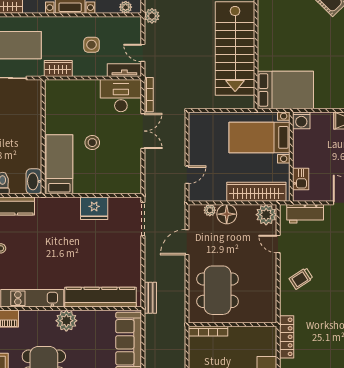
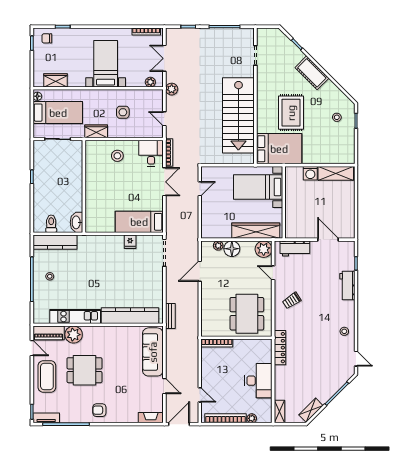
rug: (300, 45) -> (291, 113), added
tv unit: (124, 70) -> (149, 133), removed
desk: (121, 96) -> (151, 153), width x0.73
washing machine: (301, 120) -> (310, 173), moved
stool: (92, 143) -> (117, 156), moved
bed: (59, 164) -> (139, 222), moved, turned -90
door: (187, 175) -> (200, 189), moved
kitchen sink: (301, 179) -> (291, 220), removed
fridge: (94, 208) -> (130, 242), width x0.53, depth x0.75
dining table: (218, 290) -> (247, 314), moved
plant: (66, 321) -> (74, 335), moved

